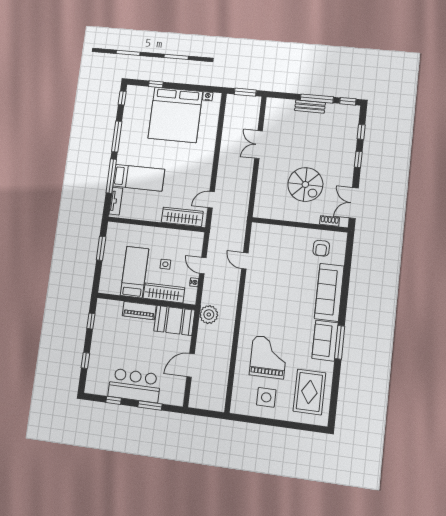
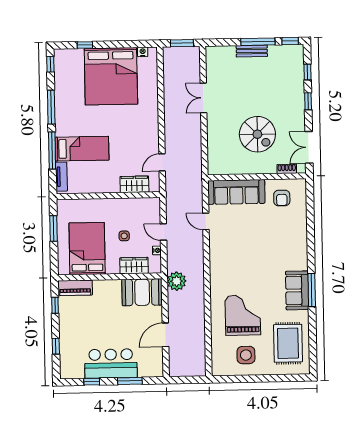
wardrobe: (182, 217) -> (134, 184), width x0.67
bed: (134, 272) -> (87, 249), width x1.50
sofa: (329, 292) -> (236, 192), moved, turned -90
wardrobe: (164, 293) -> (134, 266), width x0.67
piano: (139, 310) -> (75, 288), moved

